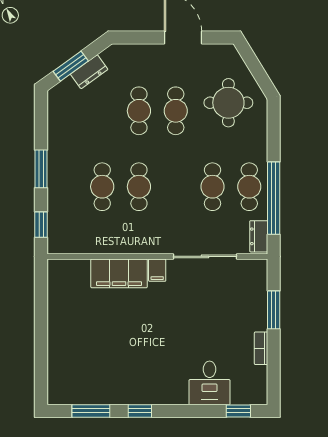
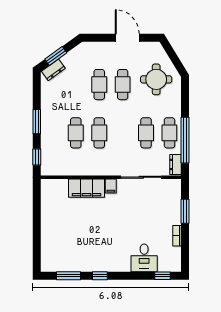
dresser: (89, 72) -> (53, 70), moved

